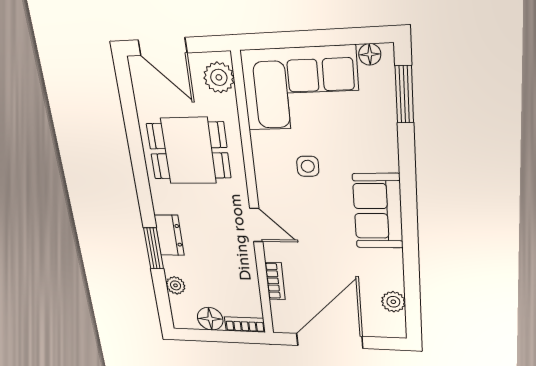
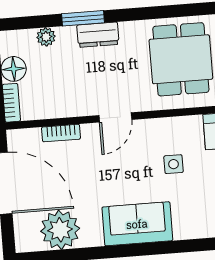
plant: (393, 302) -> (60, 230), width x1.87, depth x1.87

